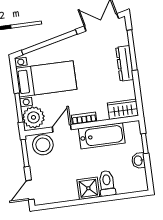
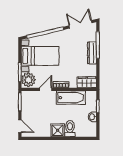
stool: (43, 145) -> (32, 98), removed
door: (30, 190) -> (20, 126), swing flipped

